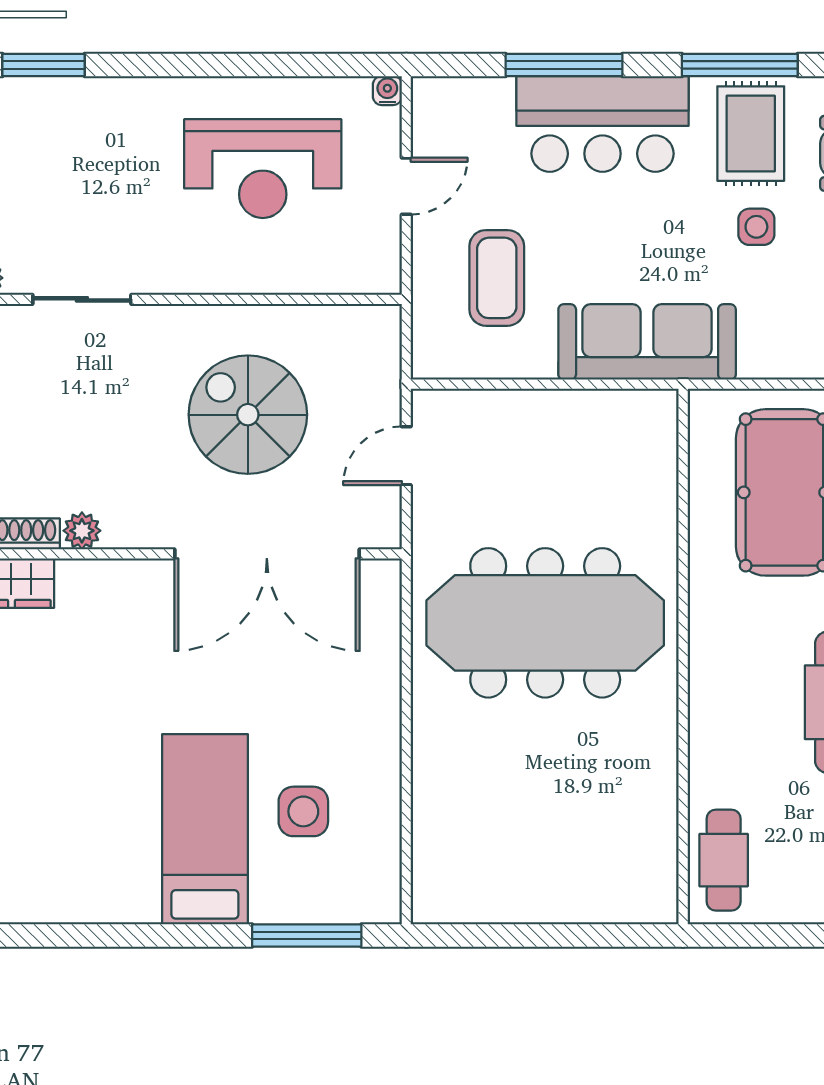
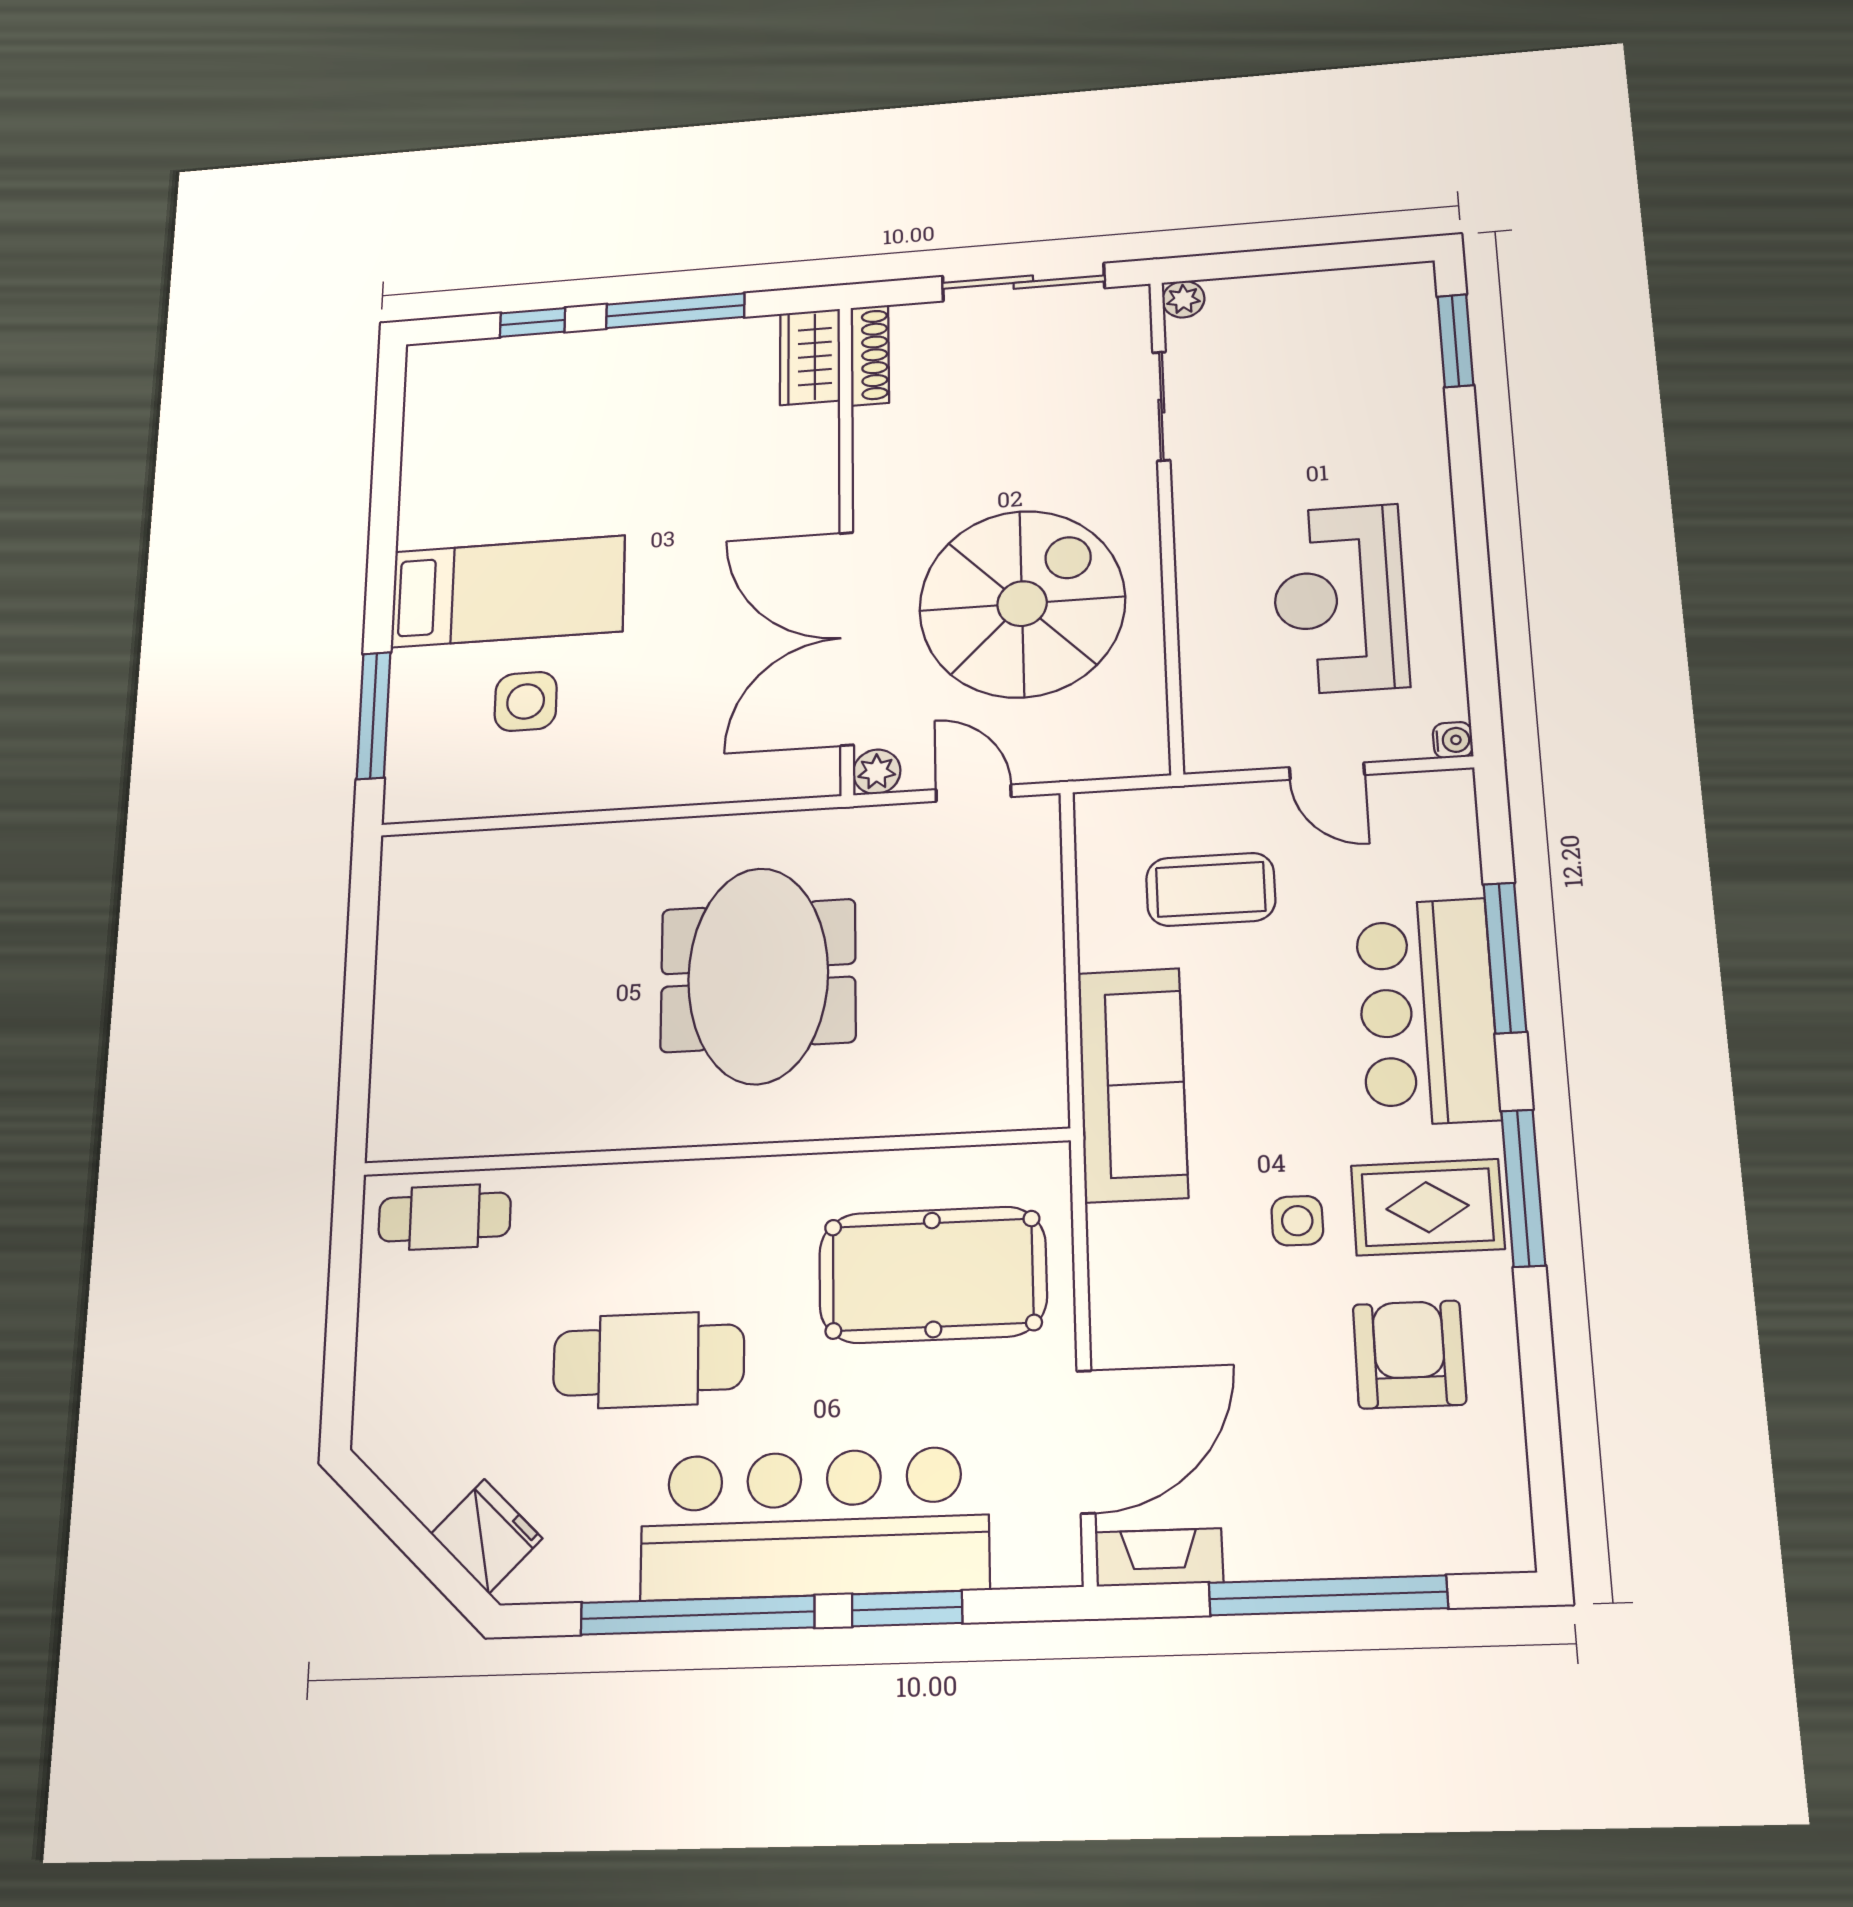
spiral stairs: (248, 415) -> (1022, 604), width x1.37, depth x1.37
plant: (82, 531) -> (877, 772), moved
meeting table: (545, 623) -> (758, 975), width x0.73

